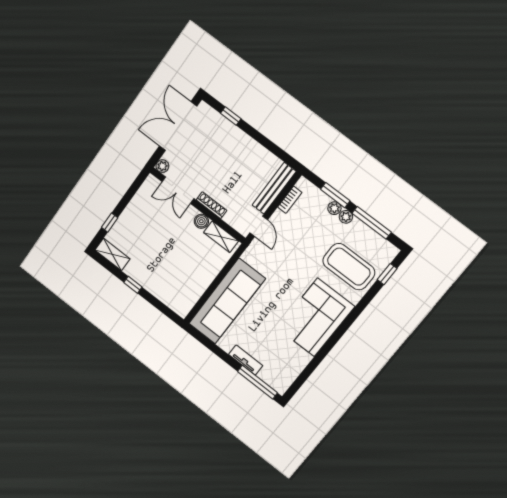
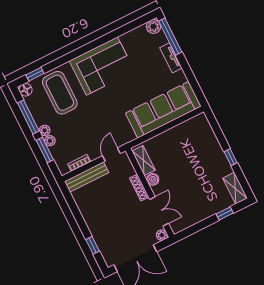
floor lamp: (390, 252) -> (26, 90), added
plant: (280, 385) -> (153, 27), added

